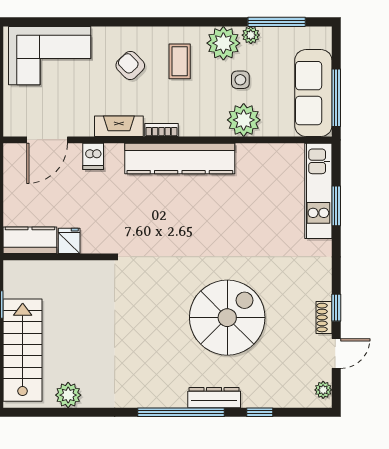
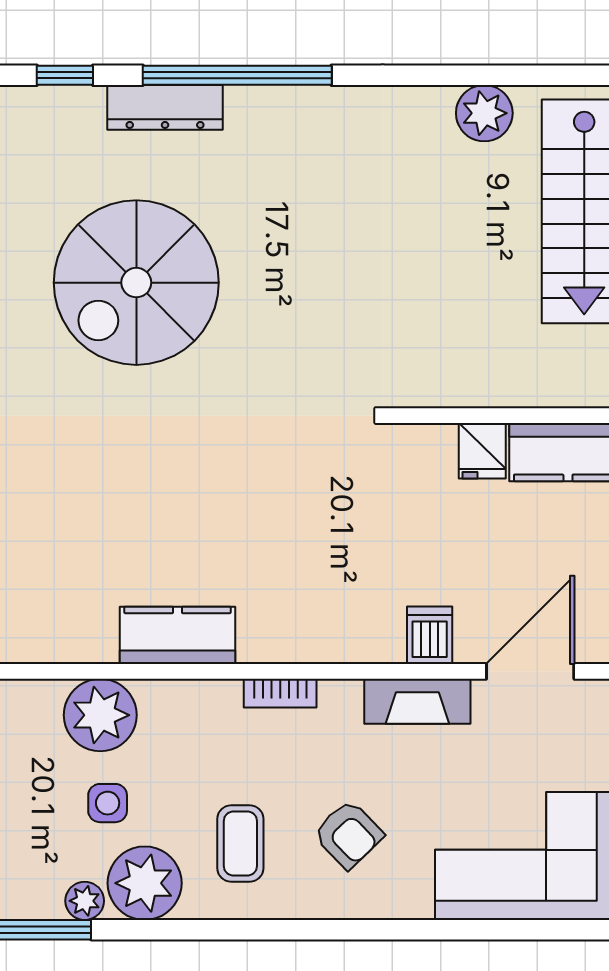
fireplace: (119, 126) -> (417, 701), moved
kitchen counter: (180, 159) -> (177, 635), width x0.48, depth x0.86

